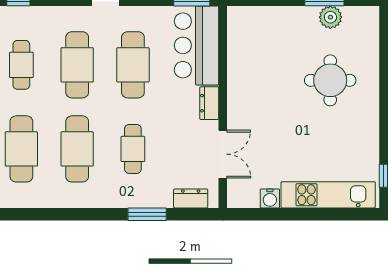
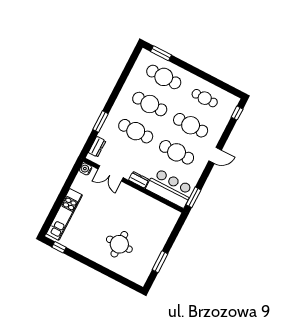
plant: (330, 17) -> (150, 260), removed
cafe table: (133, 149) -> (136, 131), width x1.37, depth x1.35
water cooler: (270, 198) -> (86, 169), moved

